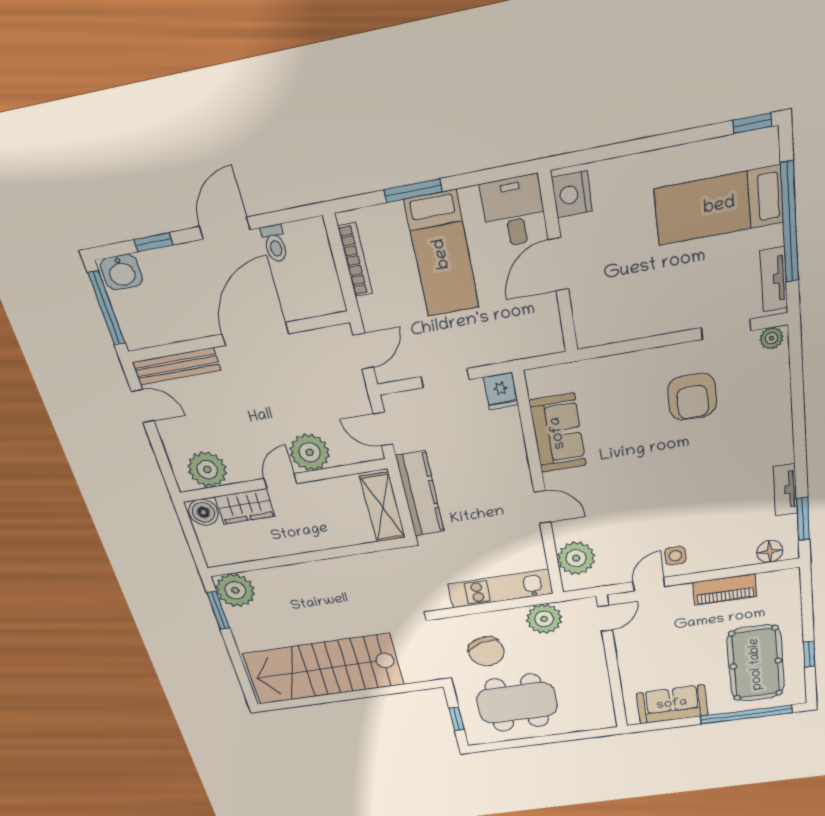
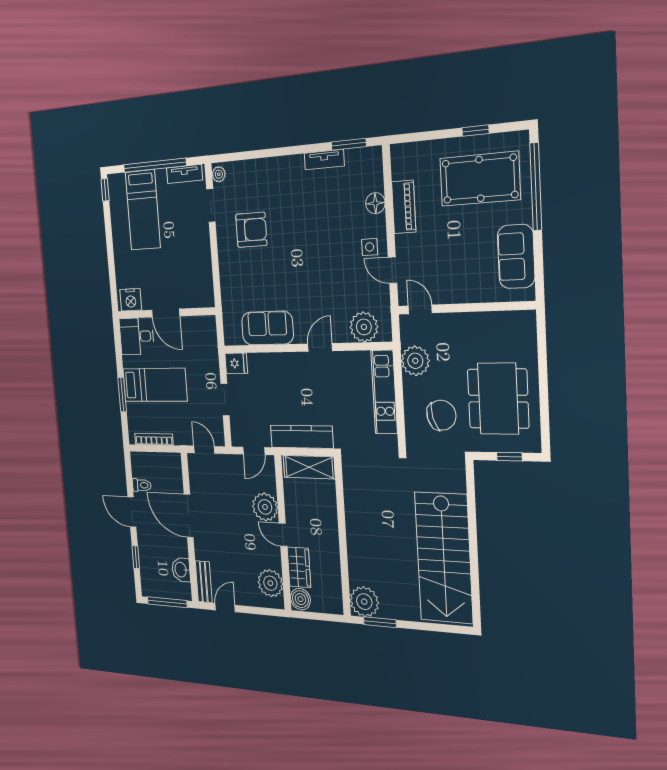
washbasin: (122, 272) -> (181, 570), moved, turned 180
bench: (176, 366) -> (204, 582), width x0.73
floor lamp: (770, 551) -> (375, 203), moved

